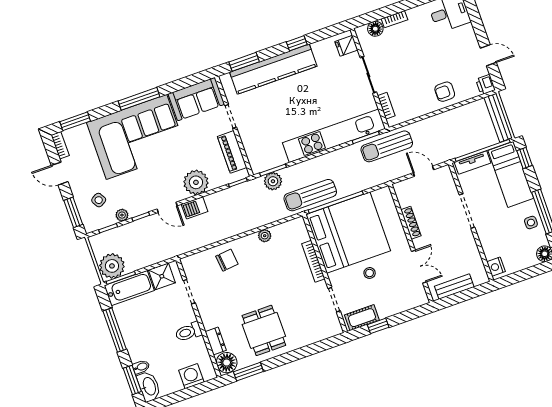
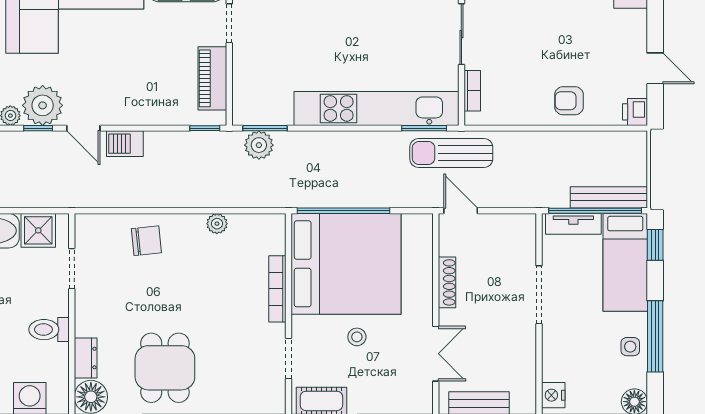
bench: (498, 118) -> (609, 197), moved, turned 90
door: (423, 171) -> (461, 211), moved
plant: (196, 182) -> (43, 105), moved
sun lounger: (310, 195) -> (308, 186), removed

